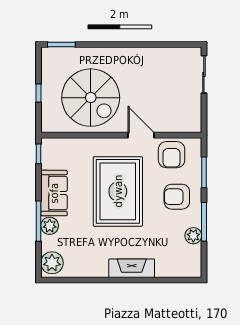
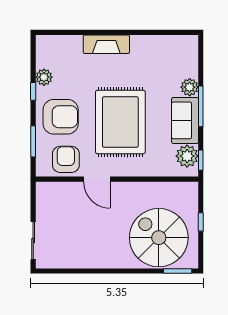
spiral stairs: (91, 98) -> (159, 238), moved
armchair: (177, 197) -> (61, 117), width x1.36, depth x1.36
window: (38, 221) -> (201, 106), moved
window: (204, 222) -> (33, 91), width x0.46
plant: (52, 263) -> (187, 156), moved

